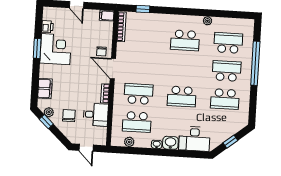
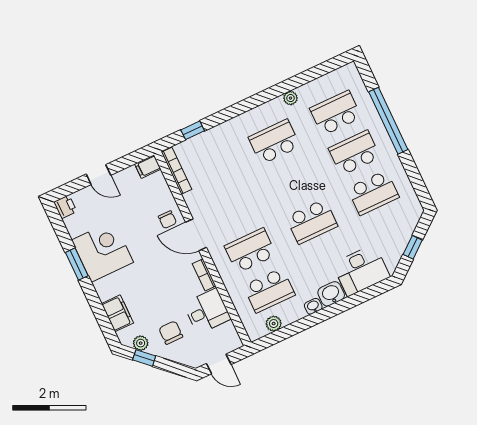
printer: (47, 27) -> (65, 207), moved
school desk: (185, 40) -> (274, 142), turned 180

